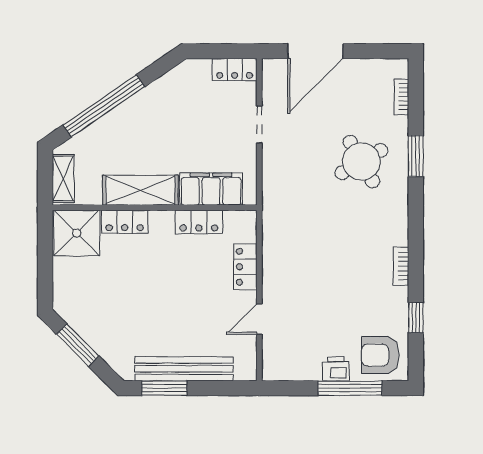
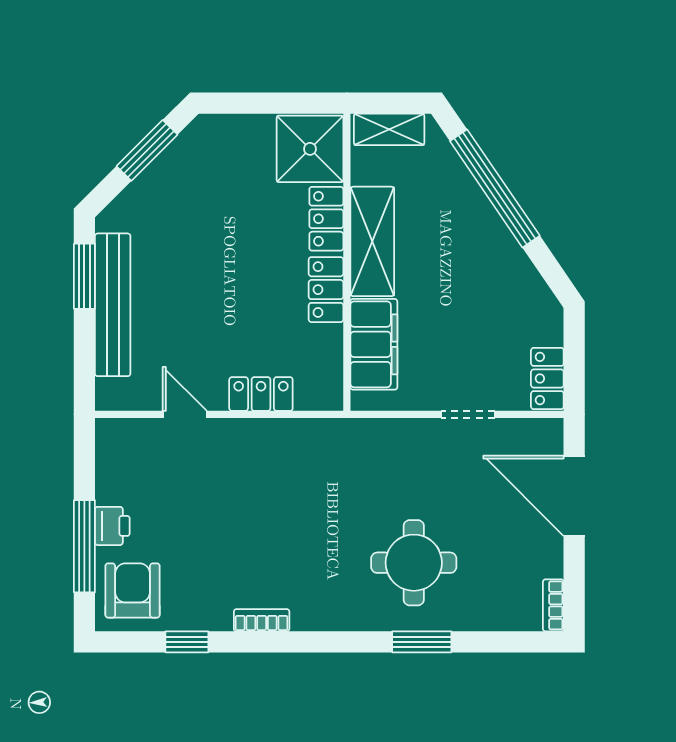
bookcase: (401, 97) -> (553, 605), moved, turned -90
round table: (361, 162) -> (414, 563), turned 30
locker: (199, 222) -> (326, 290), moved

